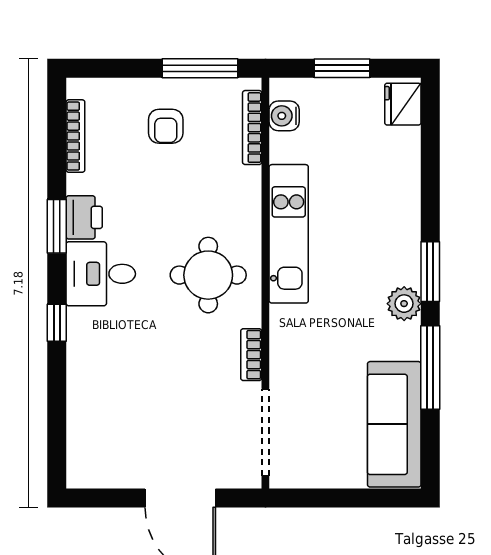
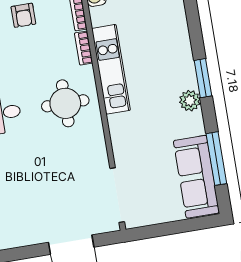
bookcase: (251, 355) -> (84, 48), moved
window: (430, 367) -> (216, 159), moved

